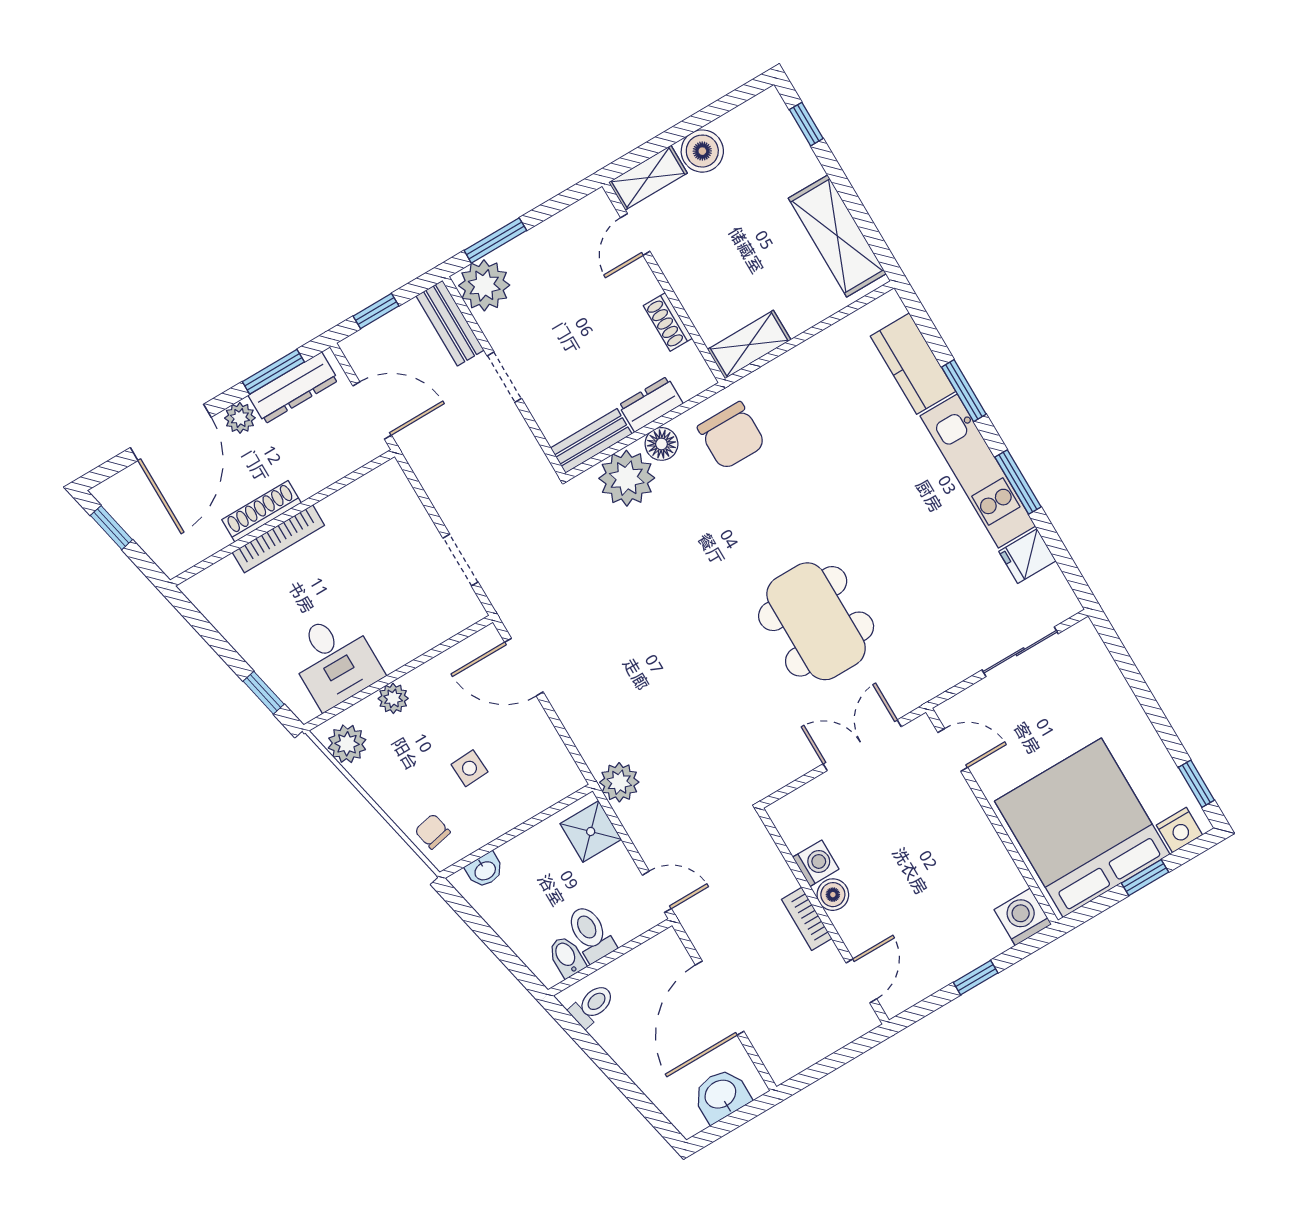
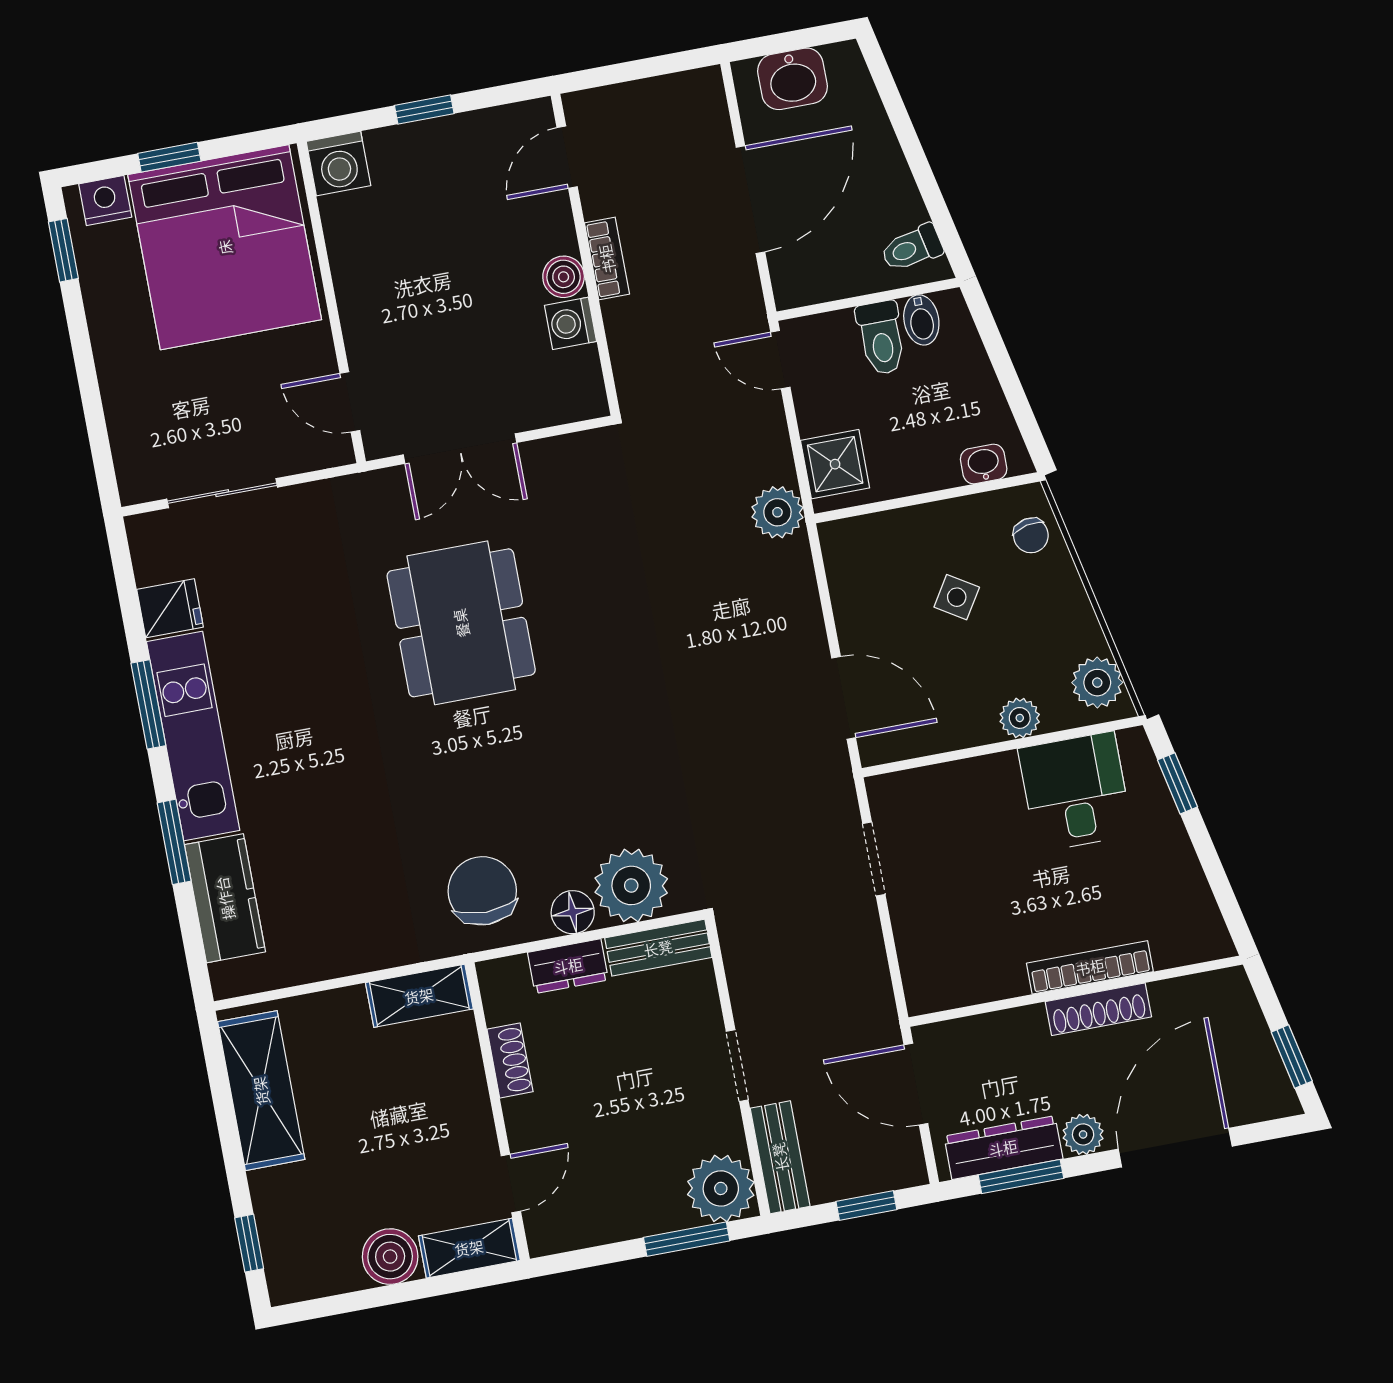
side table: (469, 768) -> (957, 597), turned 35

